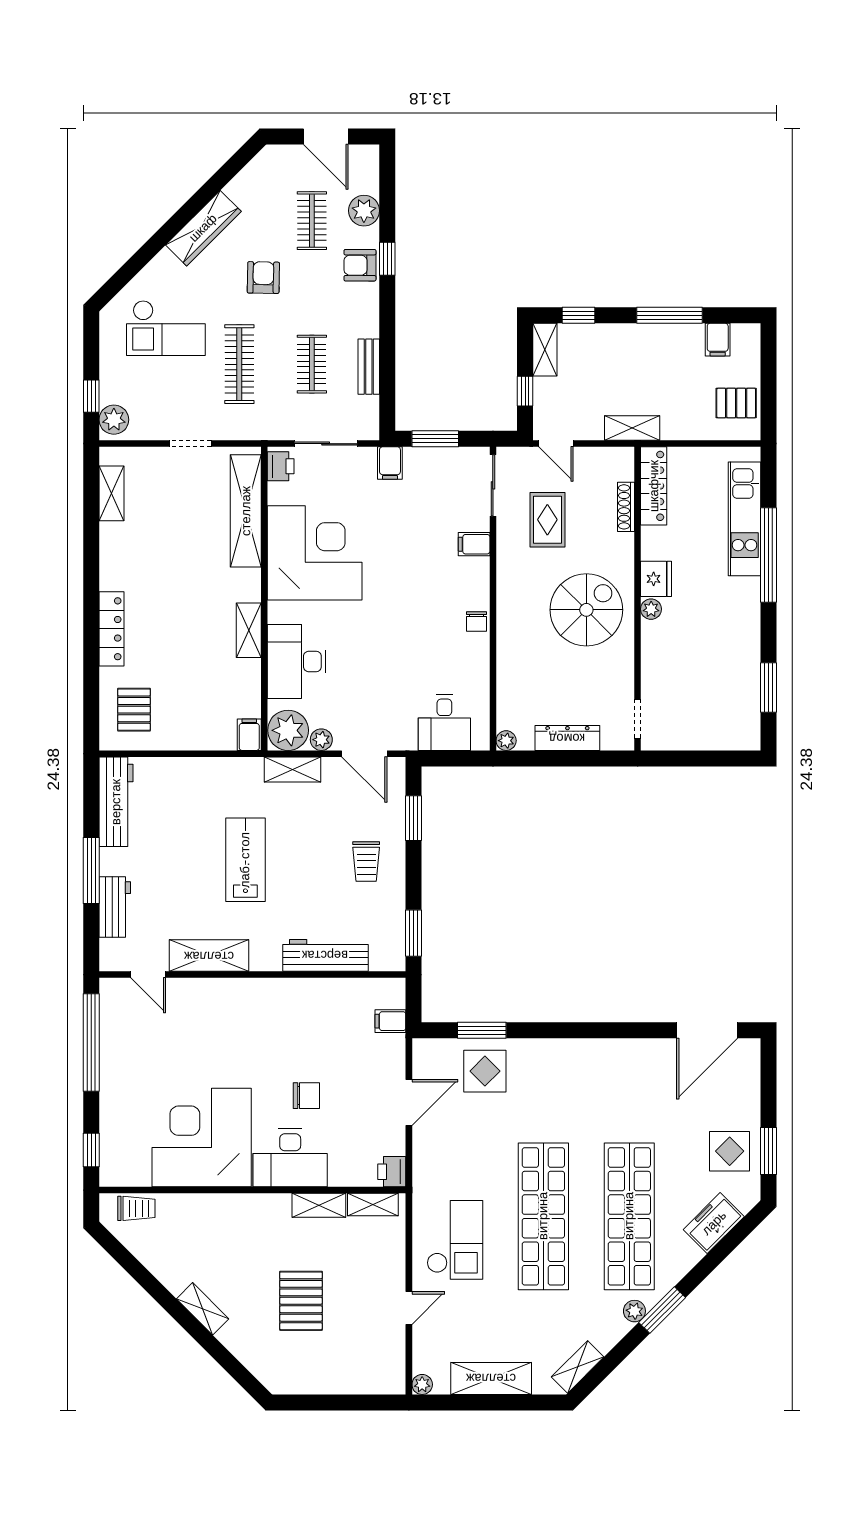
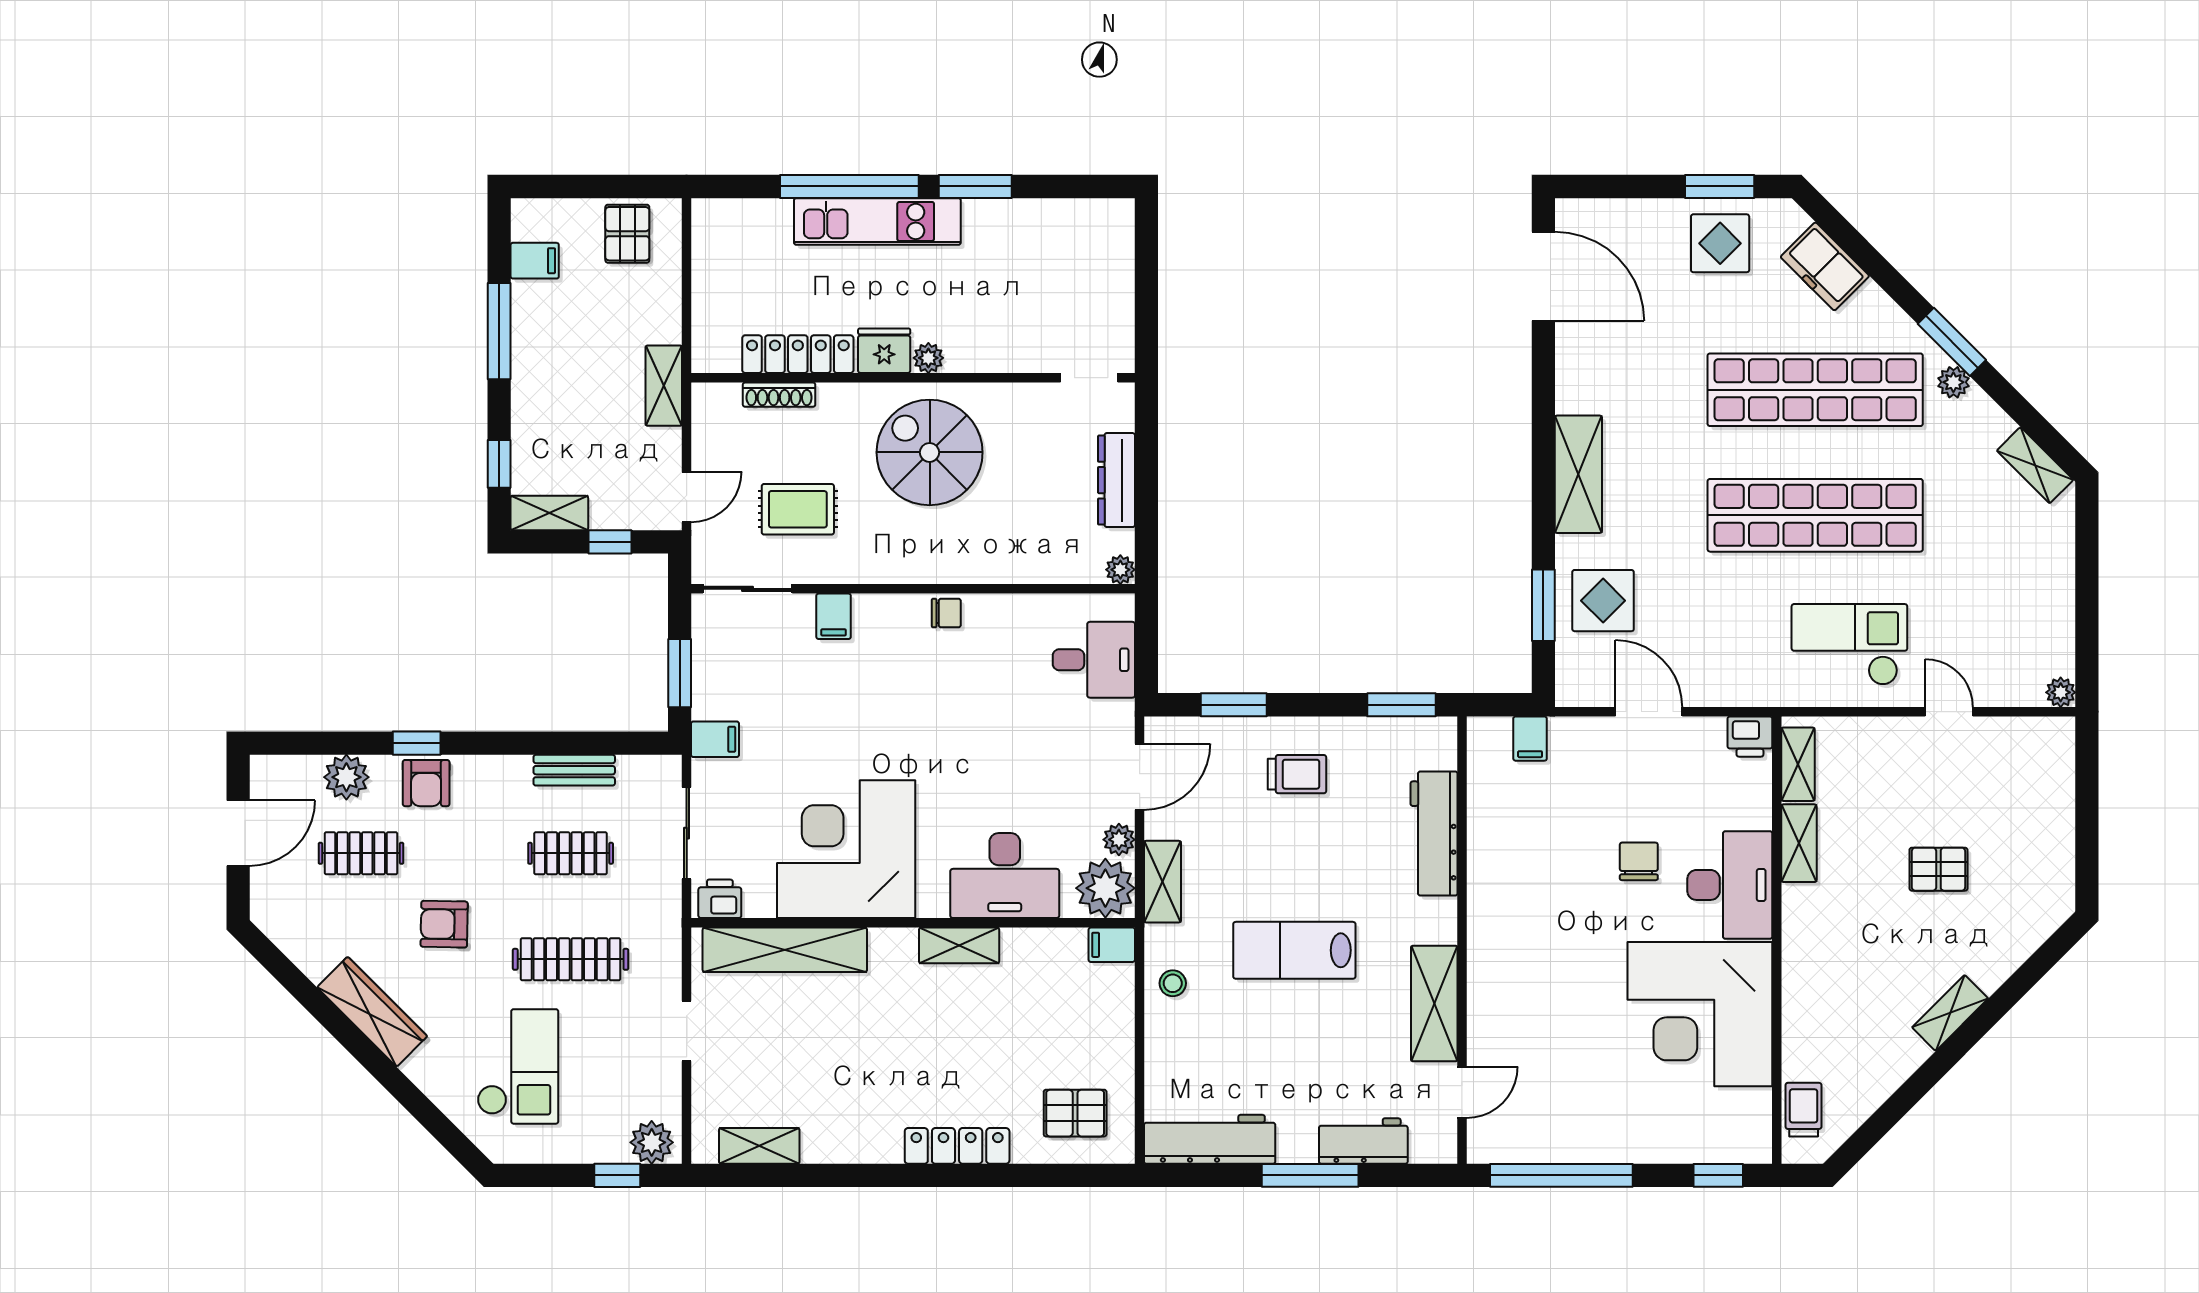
locker: (654, 486) -> (798, 354), moved
kitchen unit: (745, 519) -> (877, 221), moved
window: (768, 687) -> (975, 186), moved
stool: (223, 776) -> (1173, 983), added
pallet: (301, 1301) -> (1938, 869), width x0.67, depth x0.71
shelving: (491, 1378) -> (1578, 474), moved

